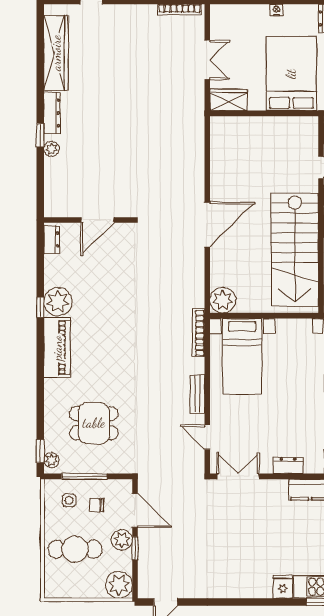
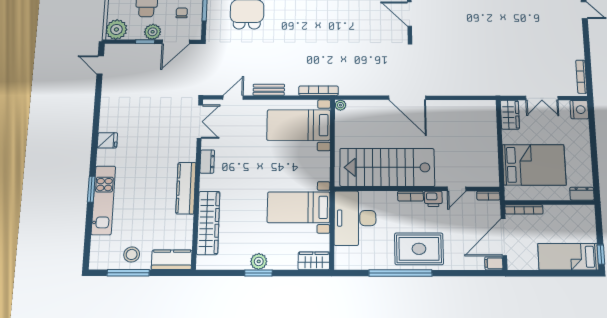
nightstand: (276, 10) -> (579, 110), moved, width x1.89, depth x1.79
plant: (223, 300) -> (340, 105), width x0.53, depth x0.53
fridge: (283, 587) -> (107, 140), moved

